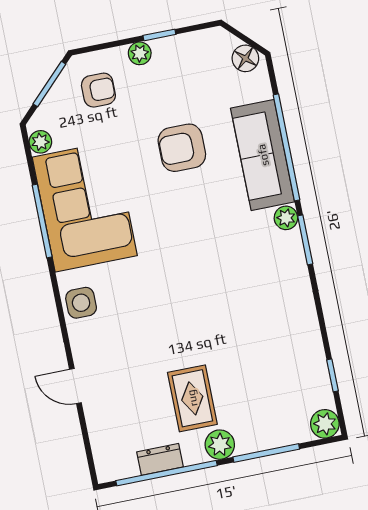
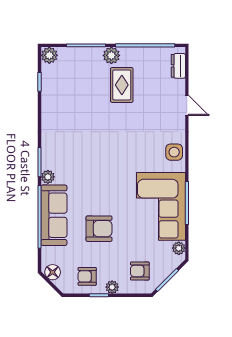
armchair: (186, 63) -> (87, 276), added
dresser: (160, 459) -> (178, 66), moved, turned 90

